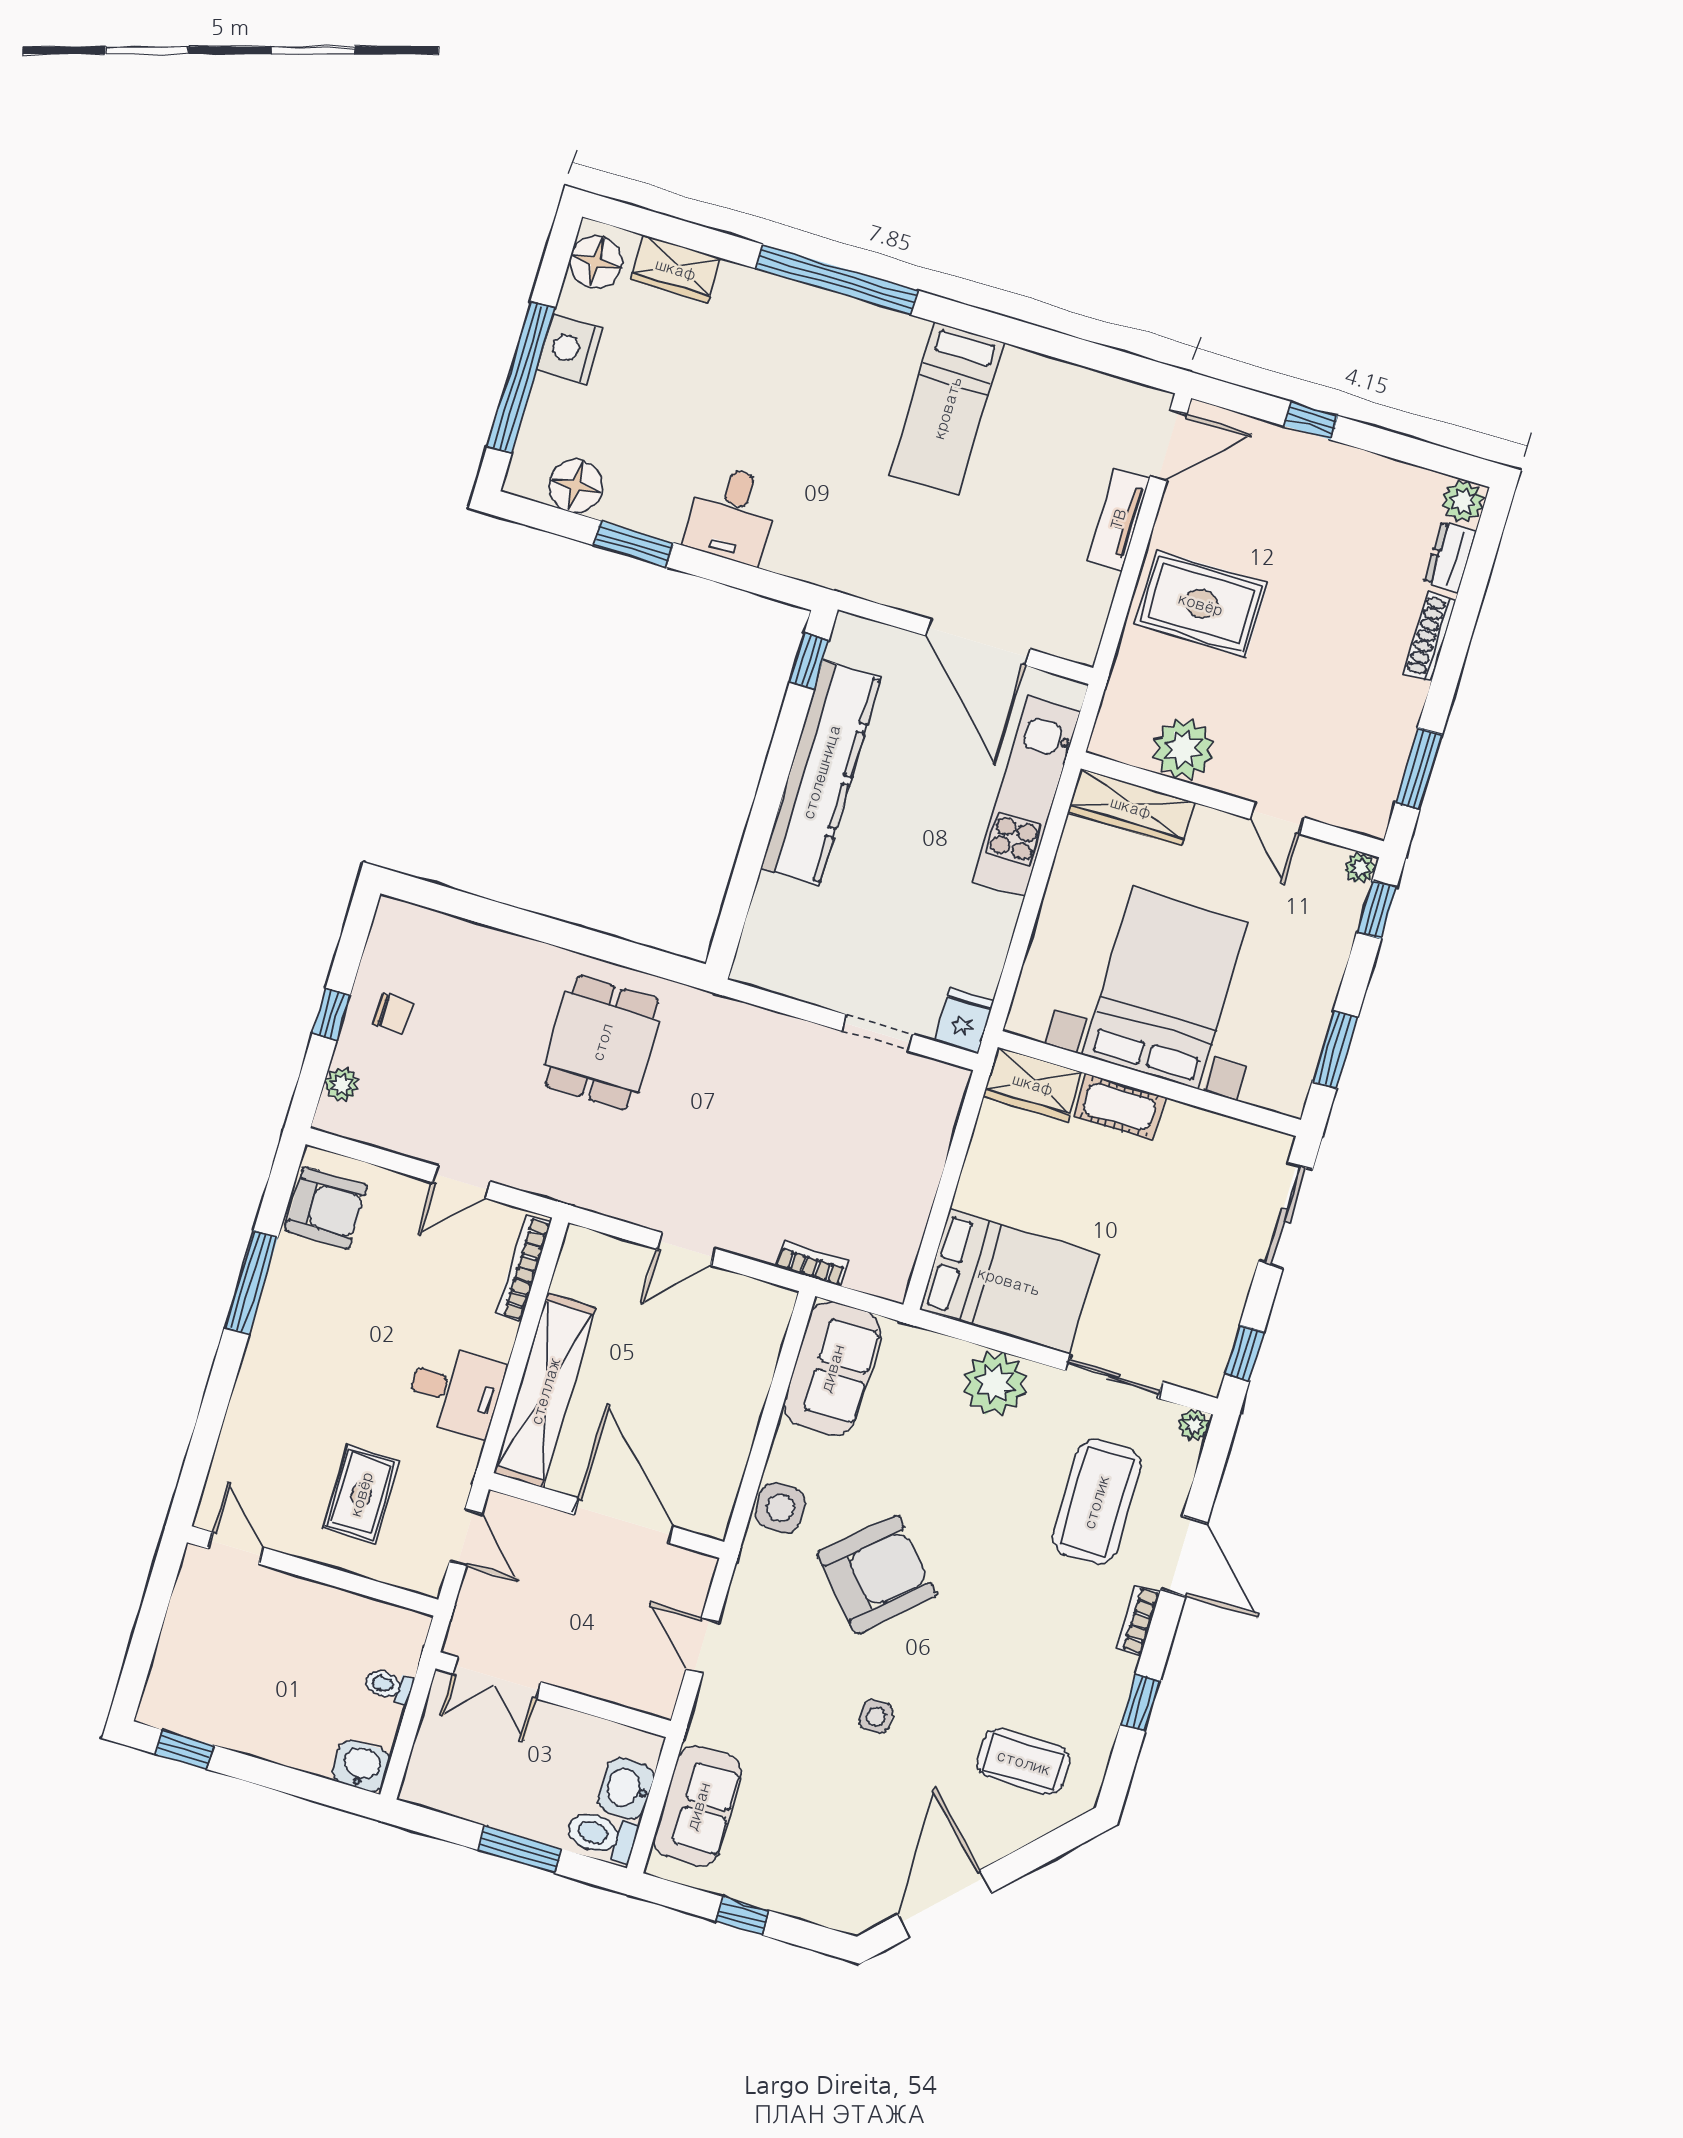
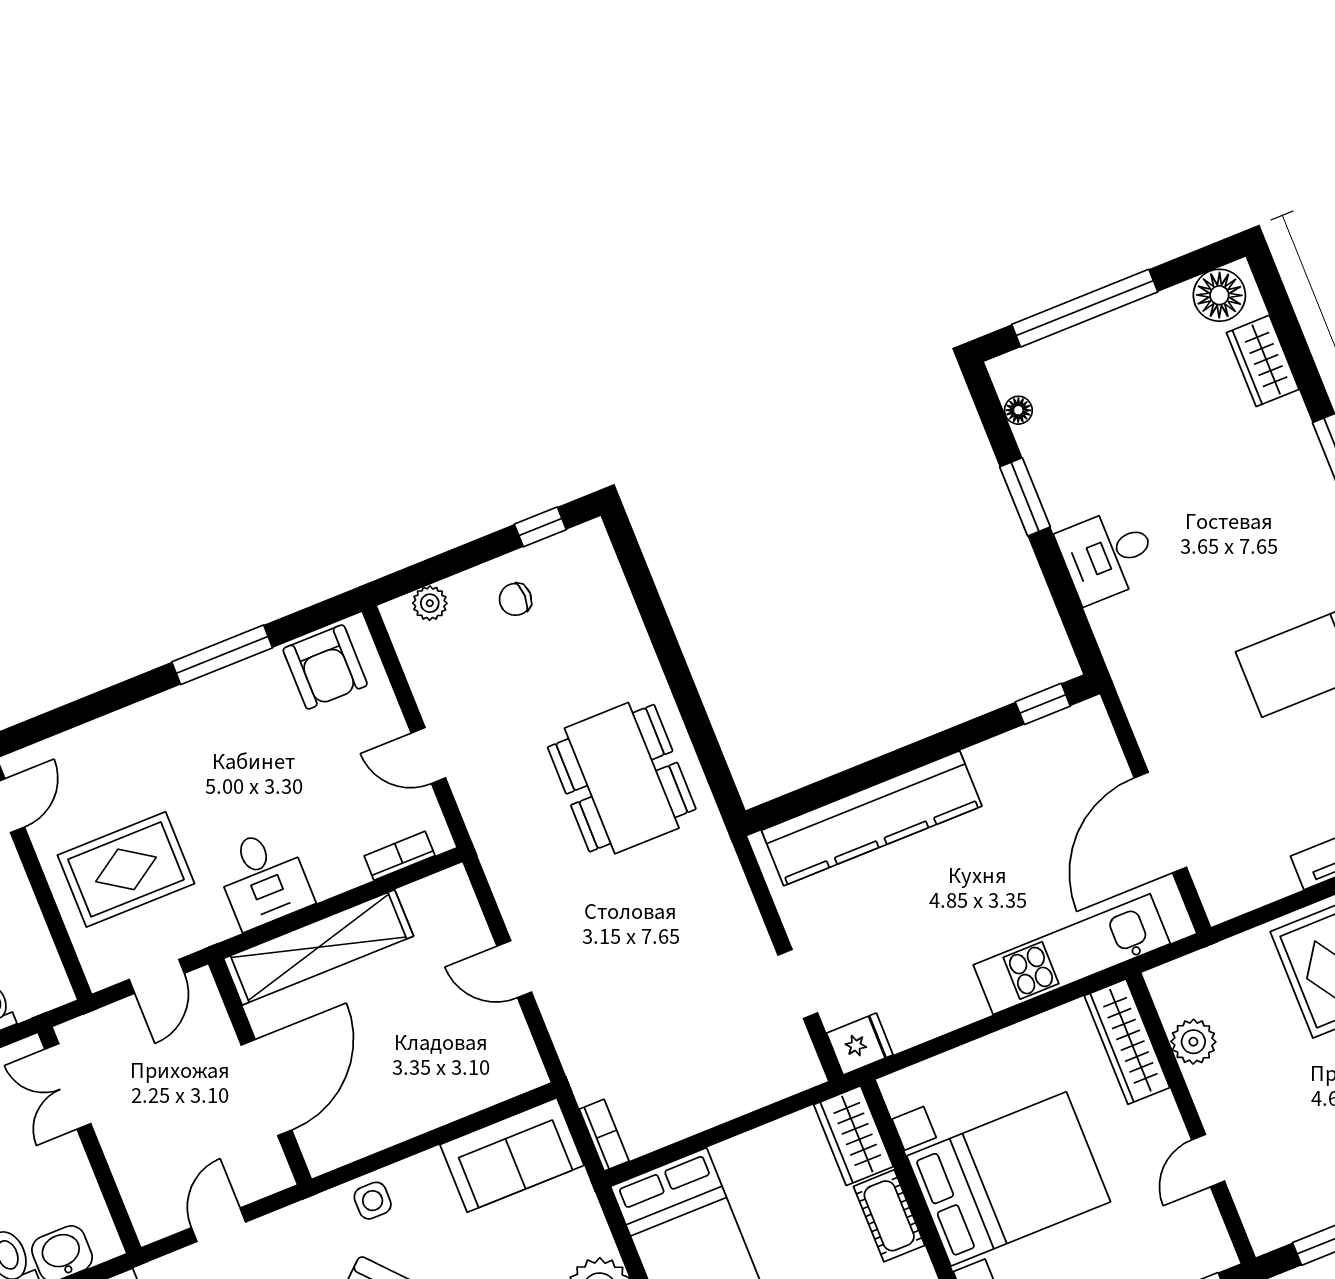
nightstand: (570, 349) -> (1136, 328), removed
floor lamp: (576, 486) -> (1018, 410), width x0.53, depth x0.53
plant: (1184, 749) -> (1193, 1042), width x0.73, depth x0.73
kitchen counter: (821, 772) -> (872, 818), moved
plant: (1360, 868) -> (1221, 1255), removed
window: (331, 1014) -> (540, 527), moved
chair: (393, 1014) -> (515, 599), turned 88
dining table: (602, 1042) -> (622, 778), width x1.37
bookcase: (811, 1263) -> (604, 1135), moved
bookcase: (523, 1268) -> (400, 856), width x0.64
rug: (361, 1494) -> (126, 869), width x1.36, depth x1.43
side table: (780, 1508) -> (373, 1201), width x0.73, depth x0.73

